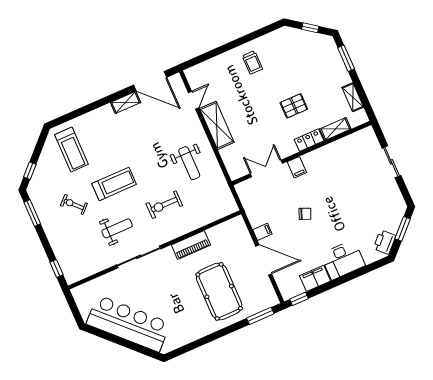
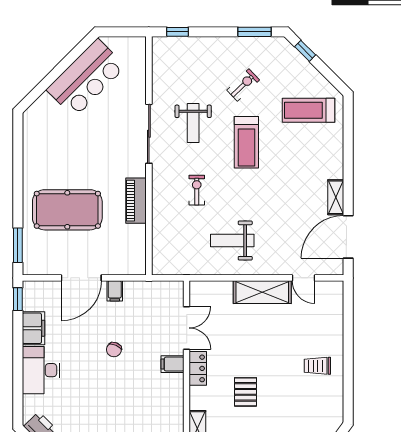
locker: (309, 140) -> (198, 368), moved
exercise bike: (164, 205) -> (197, 190), width x0.73, depth x0.72
bar counter: (128, 323) -> (86, 78), width x0.73

